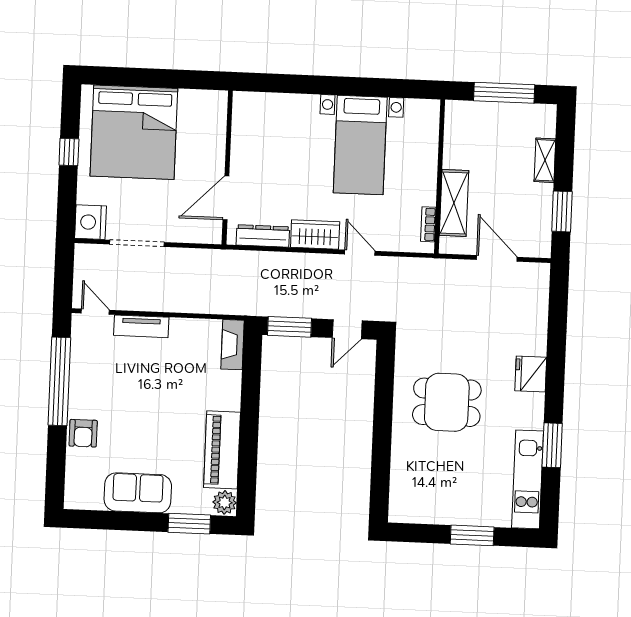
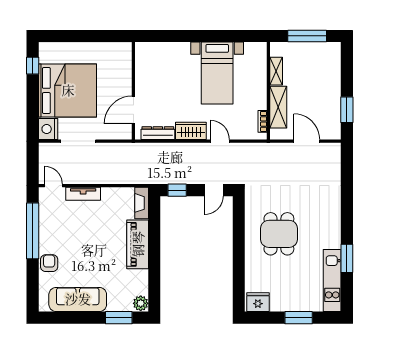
bed: (134, 132) -> (68, 90), moved, turned -90
window: (69, 152) -> (33, 66), moved
shelving: (545, 160) -> (276, 71), moved
window: (289, 327) -> (177, 190), width x0.67
fridge: (531, 374) -> (258, 302), moved, turned 90
dining table: (447, 402) -> (279, 234), turned 90
armchair: (83, 433) -> (49, 263), turned 180
piano: (222, 450) -> (138, 244), moved
sofa: (138, 493) -> (78, 299), width x1.36

